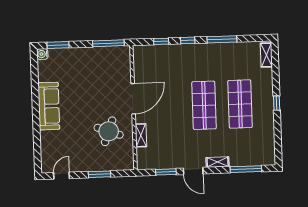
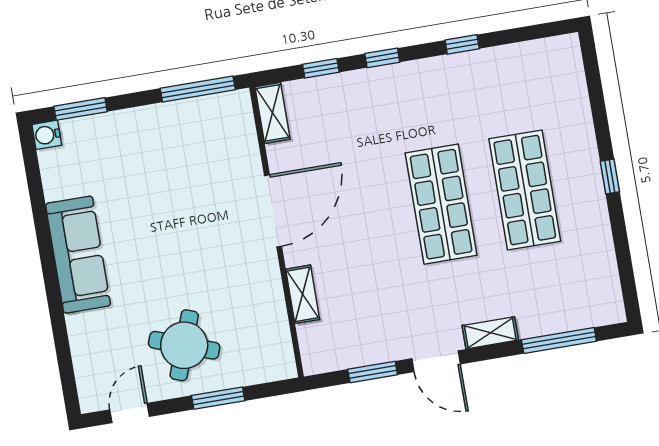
window: (222, 39) -> (462, 44), width x0.46
shelving: (266, 55) -> (273, 113), moved
round table: (109, 131) -> (184, 345), moved

